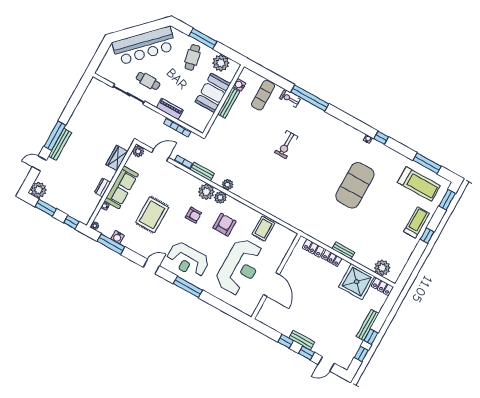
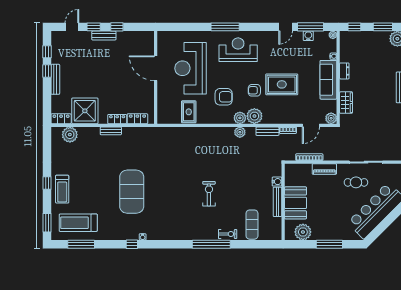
cafe table: (192, 57) -> (329, 223), removed
water cooler: (239, 85) -> (277, 182), moved
rug: (152, 215) -> (282, 84), moved, turned 90
armchair: (224, 225) -> (224, 97), turned -90
door: (151, 266) -> (286, 27), moved

